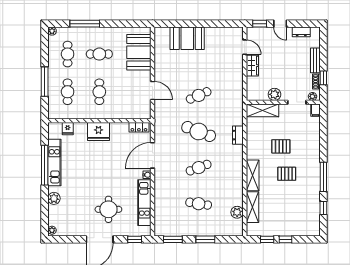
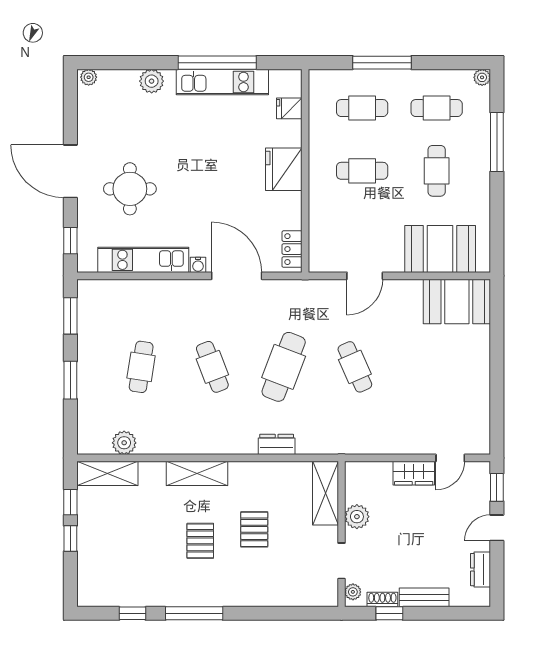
booth: (187, 38) -> (457, 301), moved, turned 90
filing cabinet: (315, 110) -> (326, 598), removed
shelving: (253, 207) -> (107, 473), moved

